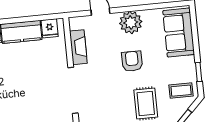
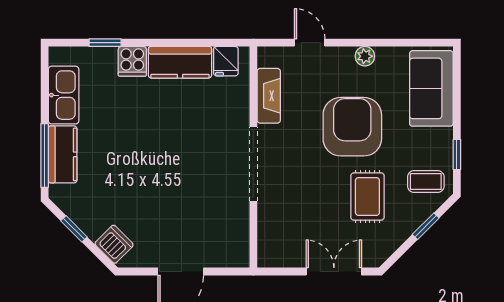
plant: (131, 22) -> (365, 56), width x0.53, depth x0.53
armchair: (132, 61) -> (352, 127), width x1.88, depth x1.88

